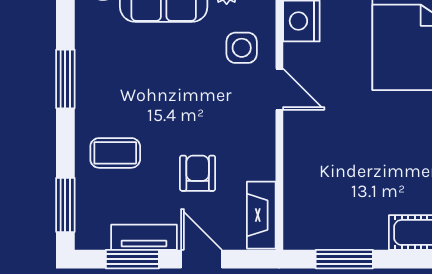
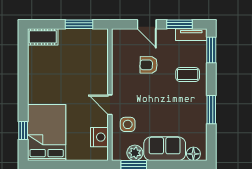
armchair: (198, 173) -> (149, 65), turned 91
fireplace: (261, 215) -> (118, 45), removed
tv unit: (144, 237) -> (191, 35), moved

